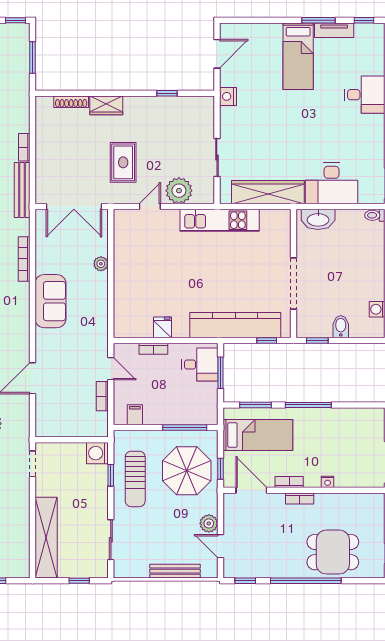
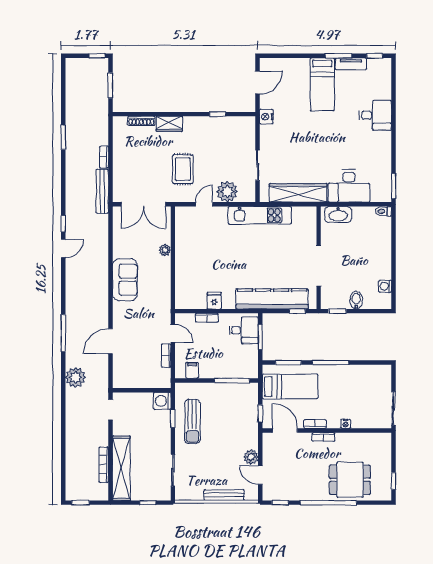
bookcase: (24, 259) -> (104, 465), moved
parasol: (187, 471) -> (233, 415), removed

